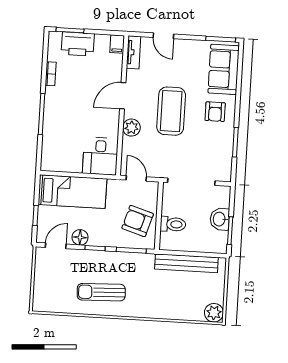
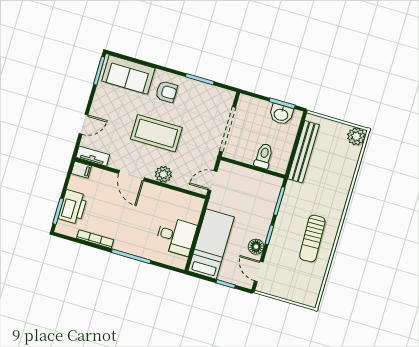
bookcase: (51, 74) -> (95, 239), width x1.56
desk: (100, 156) -> (176, 236), moved
washbasin: (220, 219) -> (281, 114), moved
armchair: (138, 221) -> (253, 189), removed

